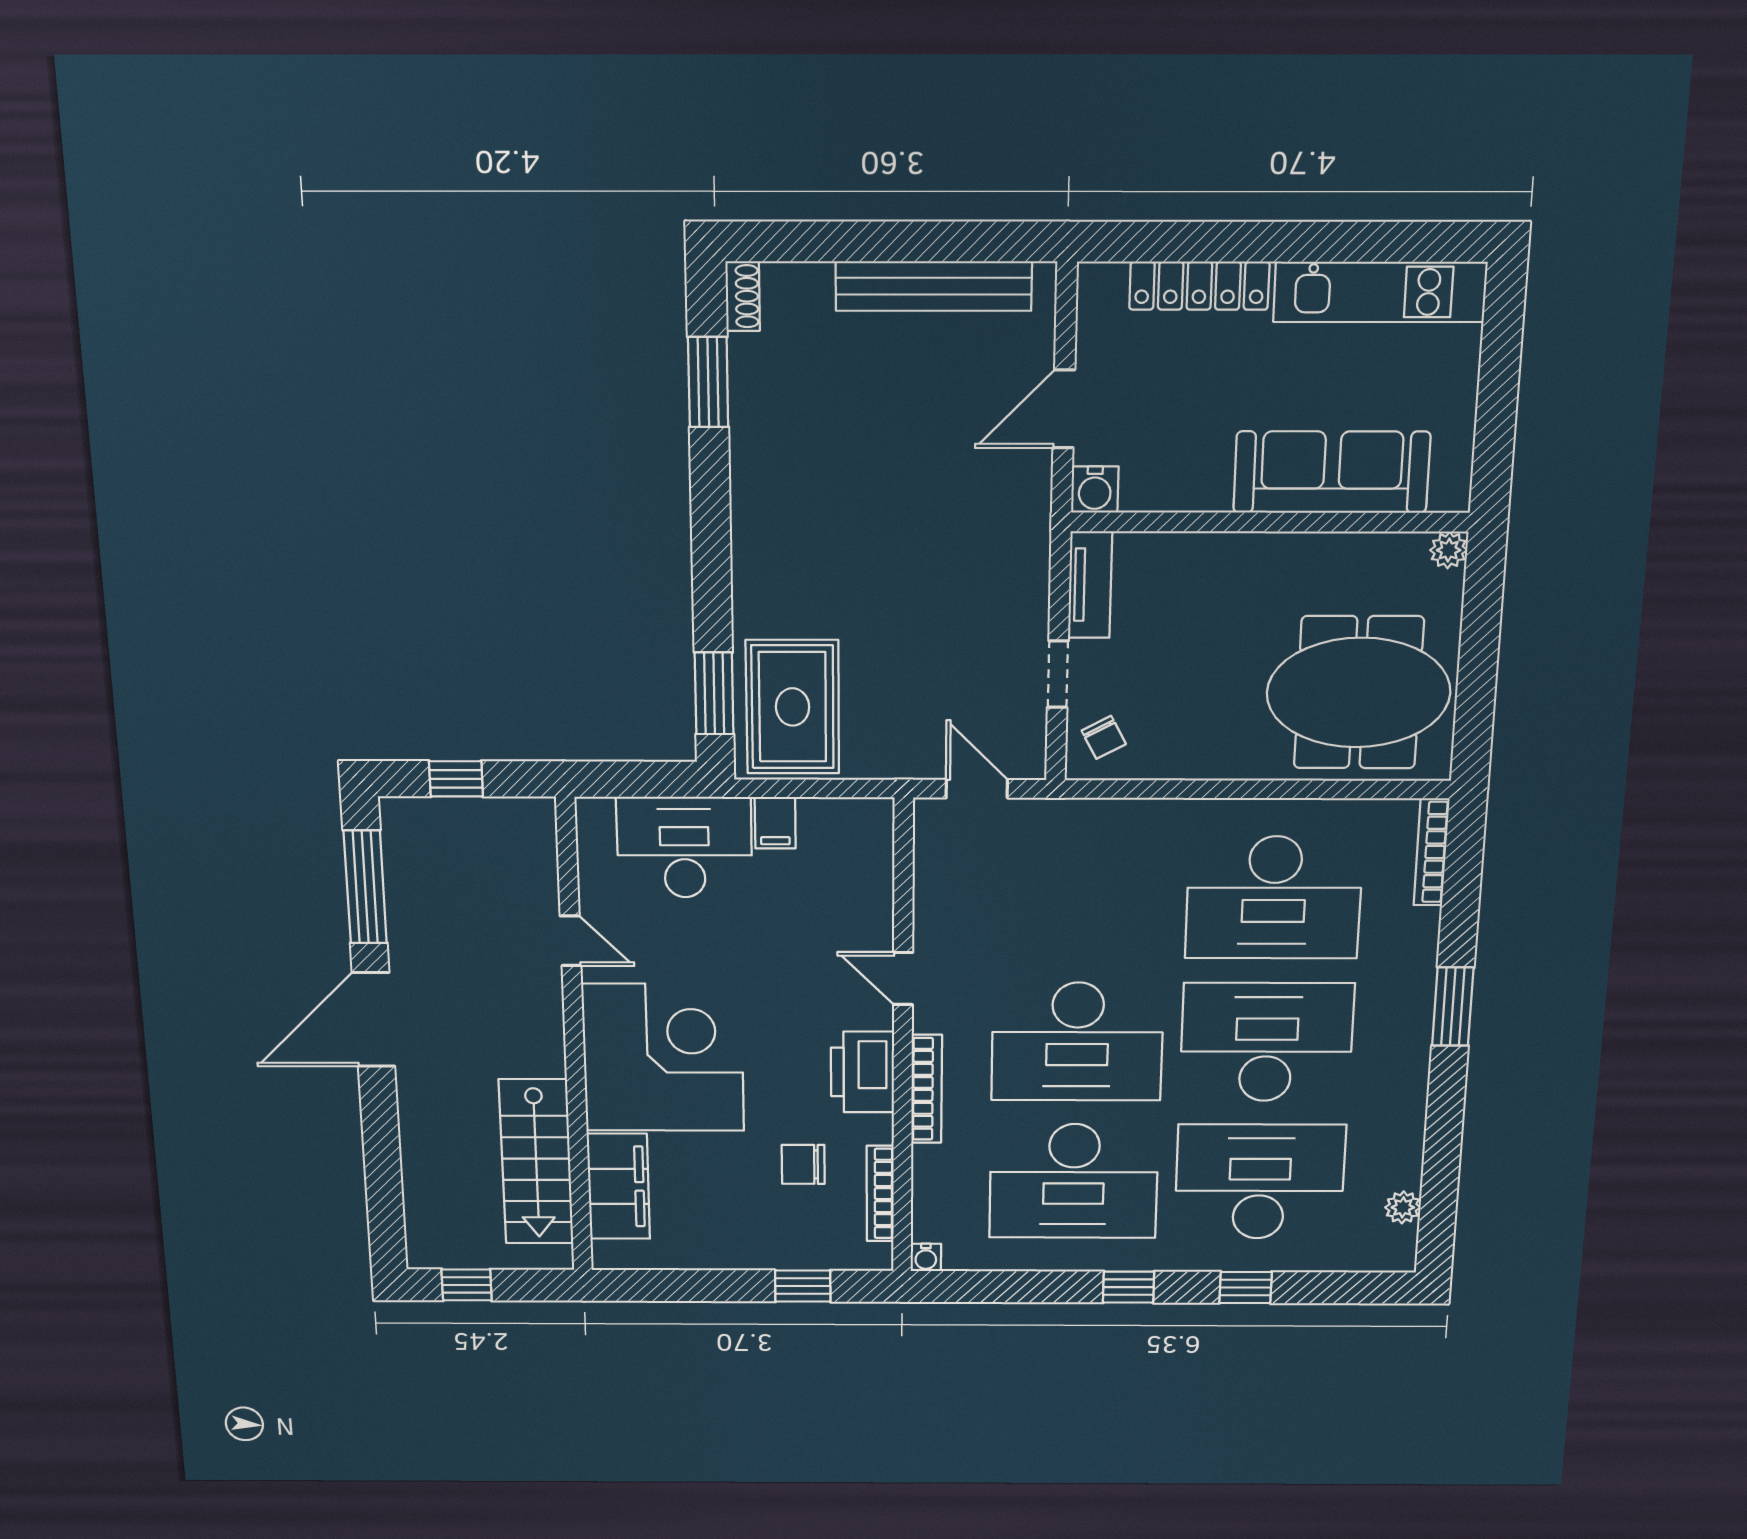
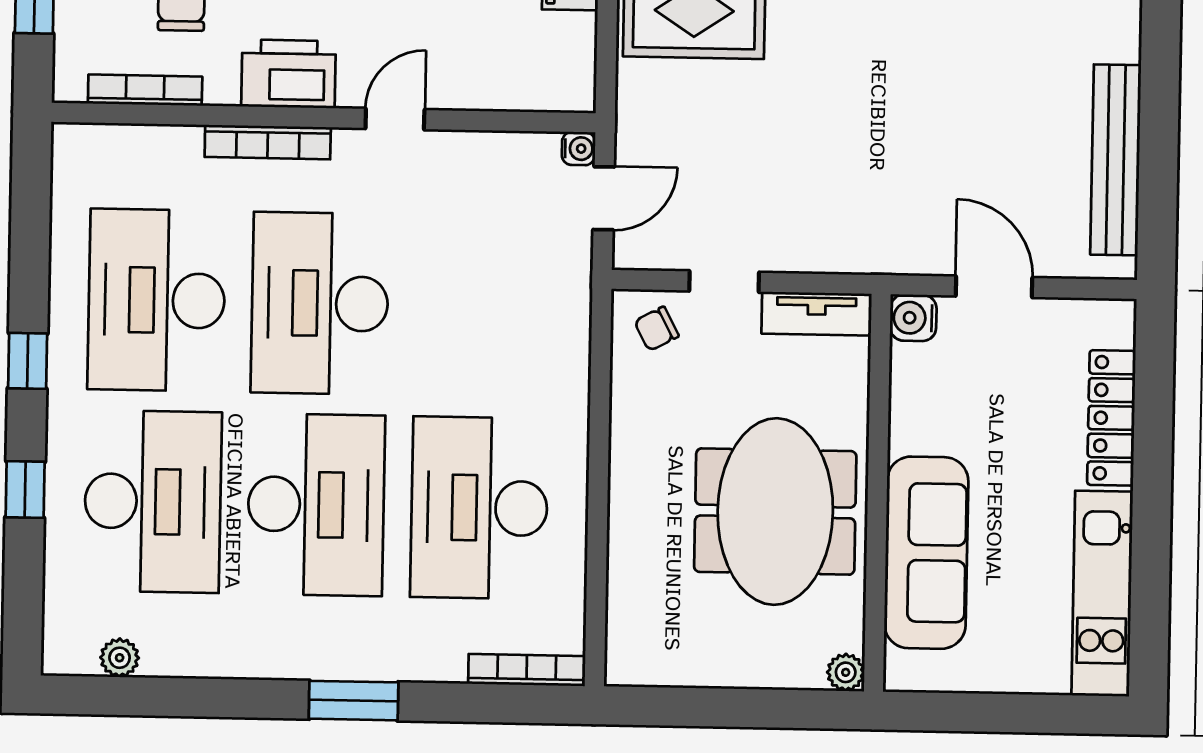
meeting table: (1359, 693) -> (775, 512), moved
water cooler: (926, 1257) -> (579, 149), moved, turned 180

